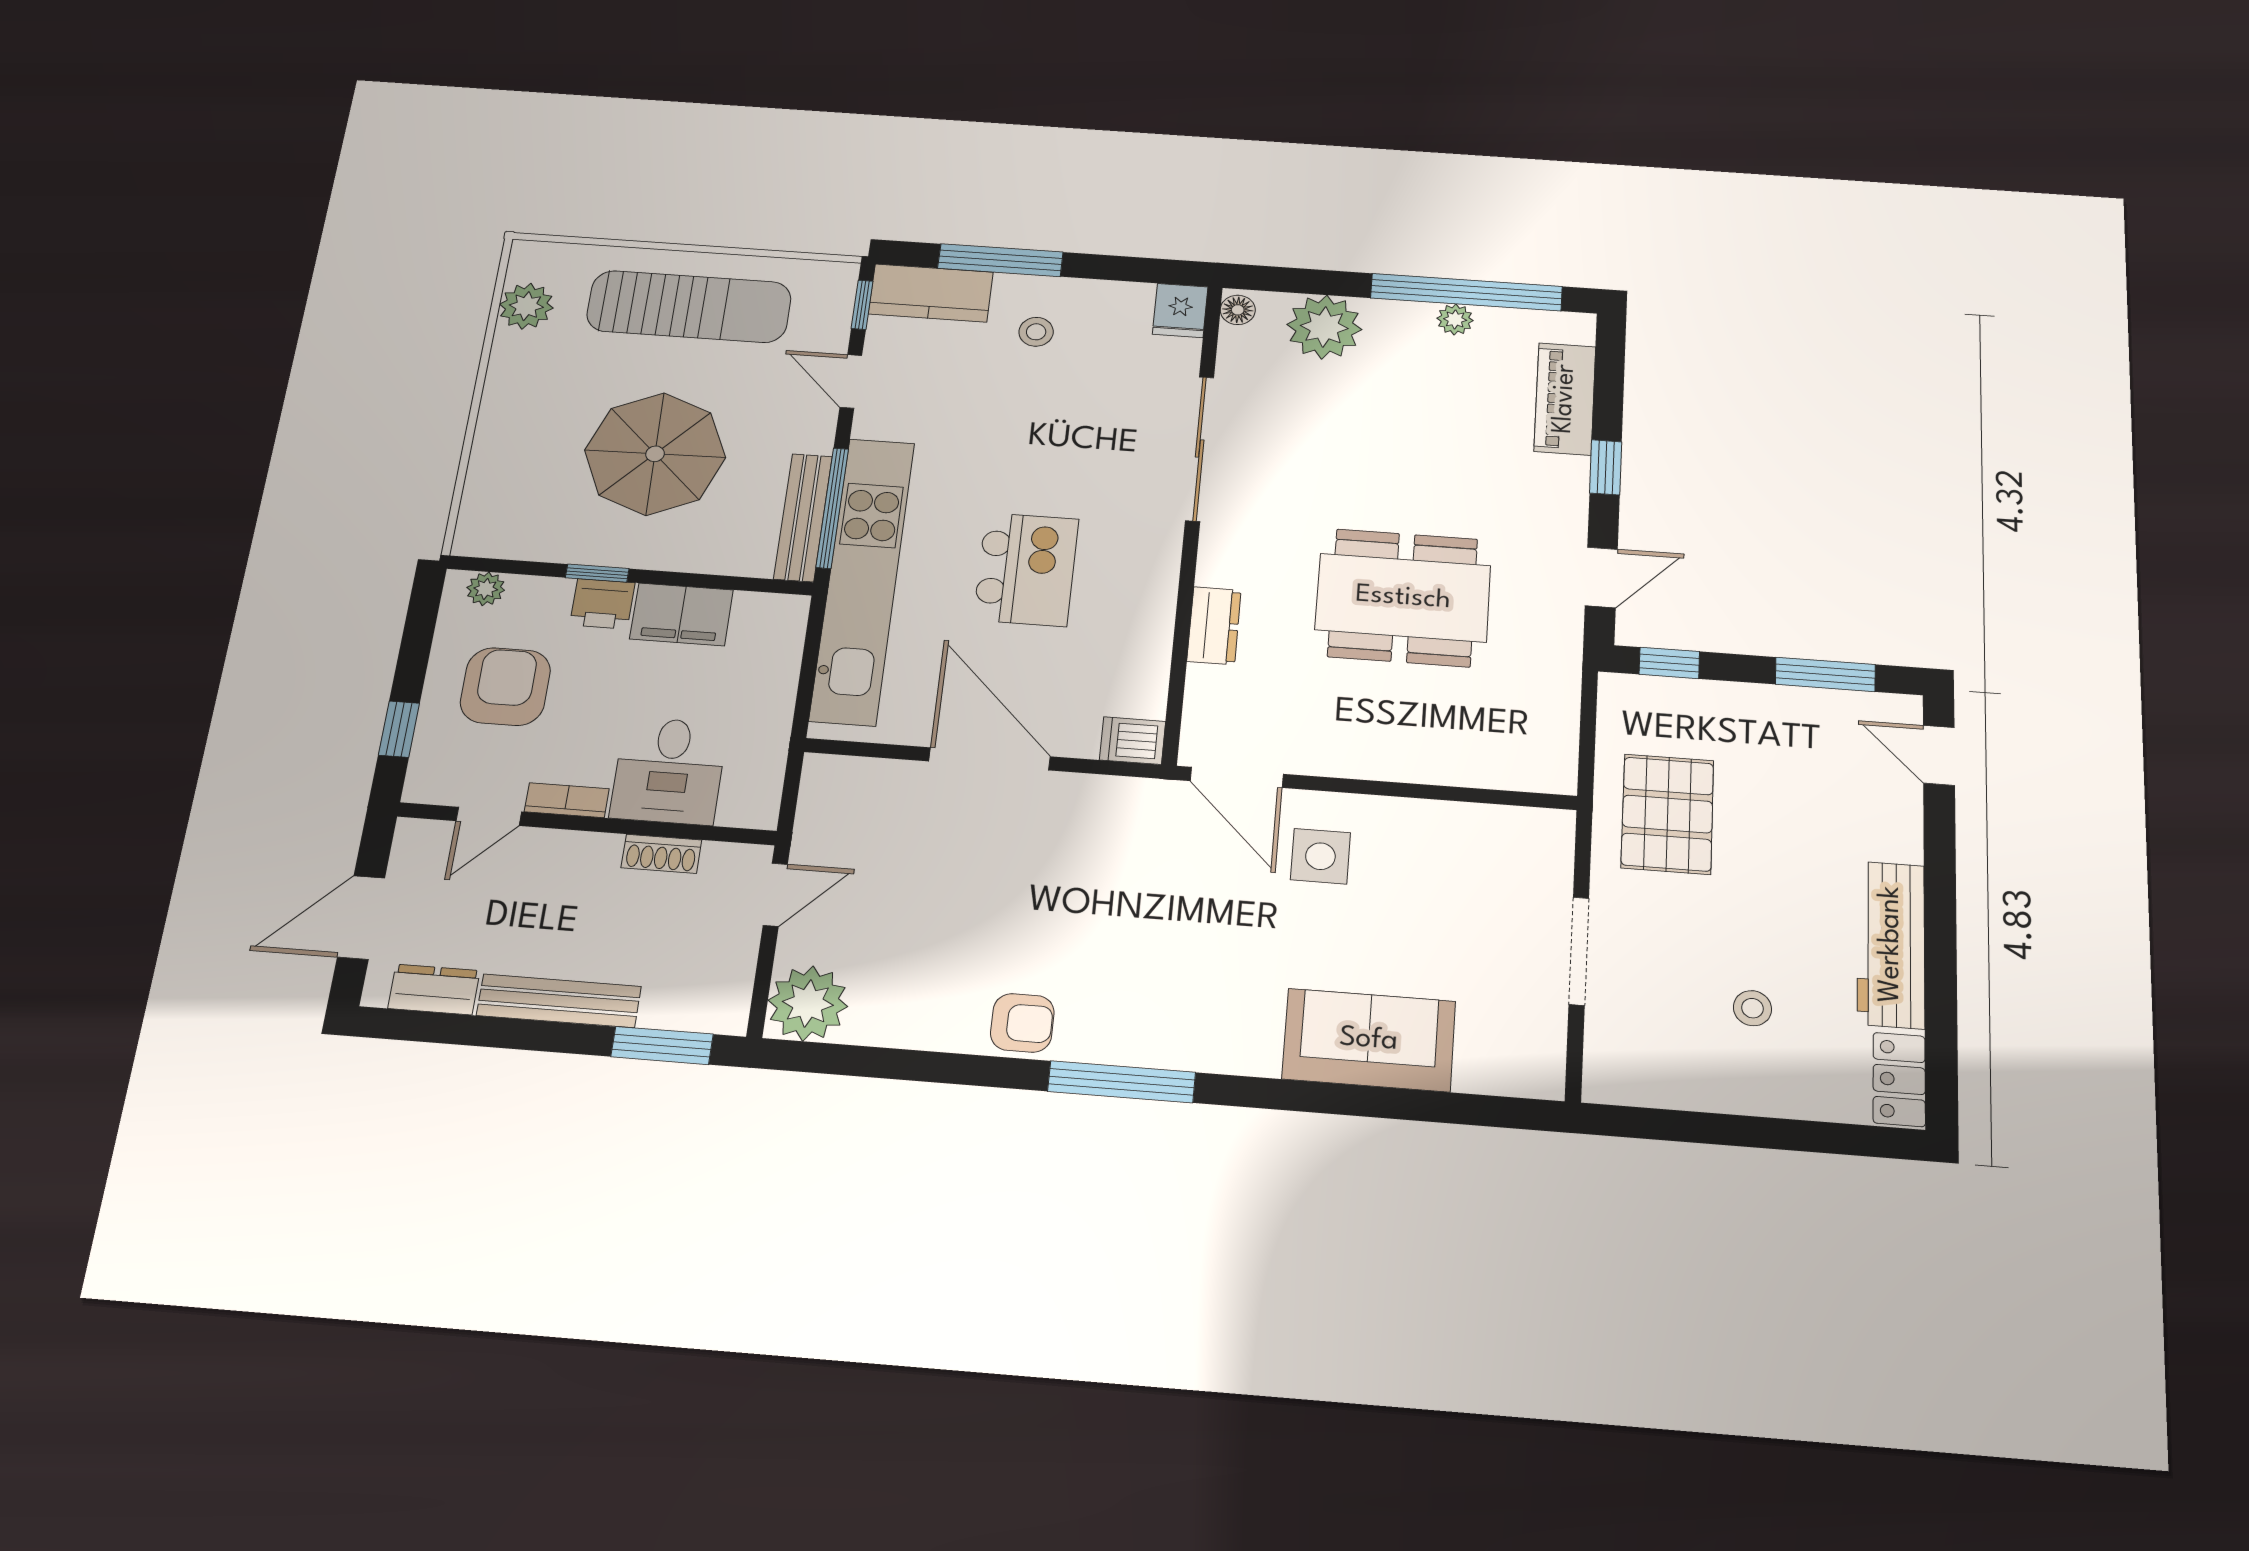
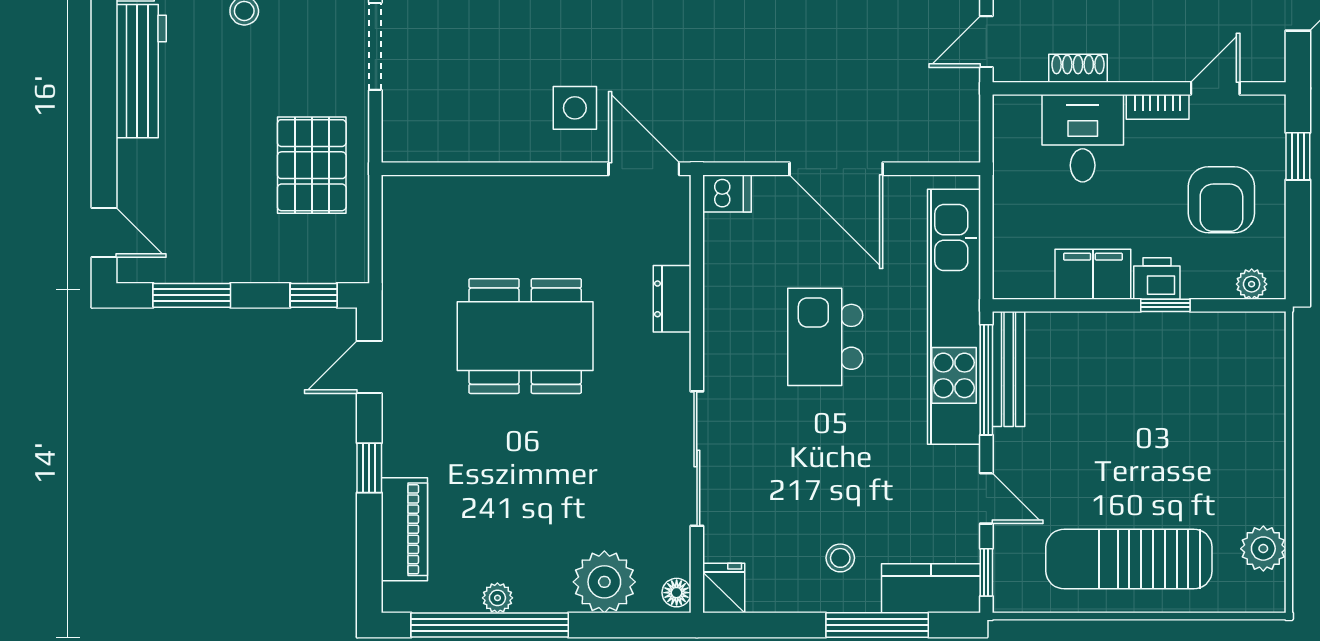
parasol: (655, 454) -> (1136, 418), removed

